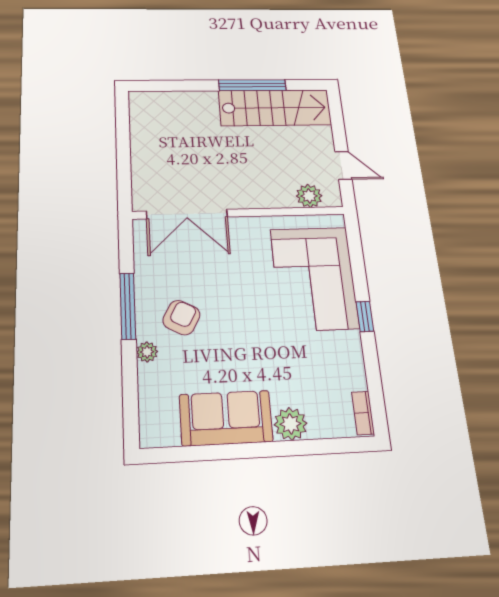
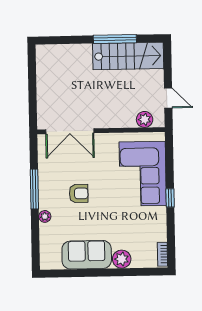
armchair: (181, 318) -> (79, 193), moved, turned 62

